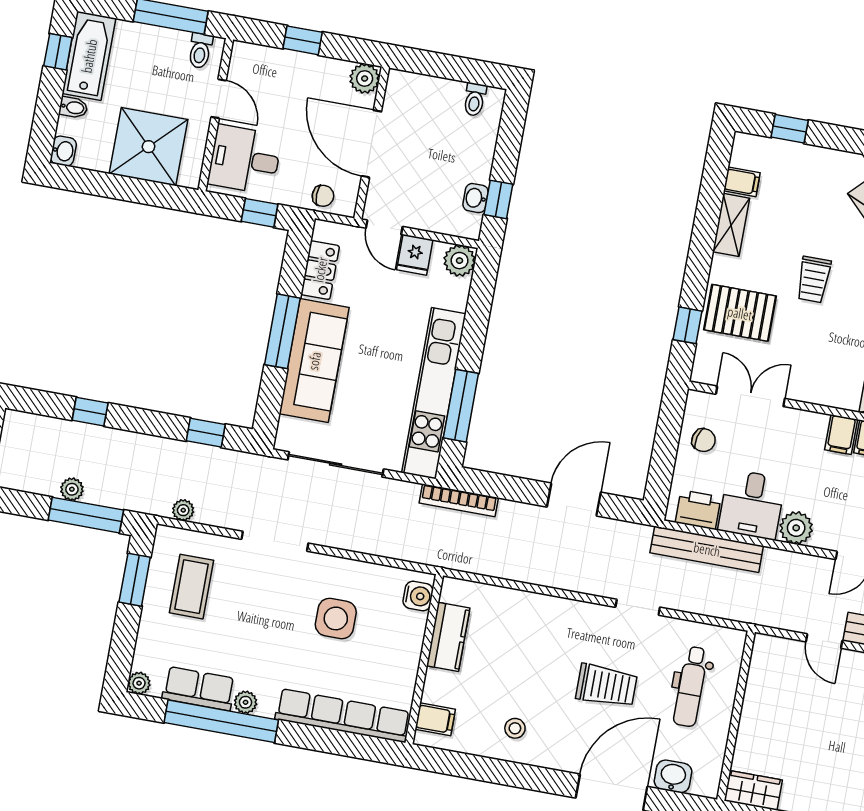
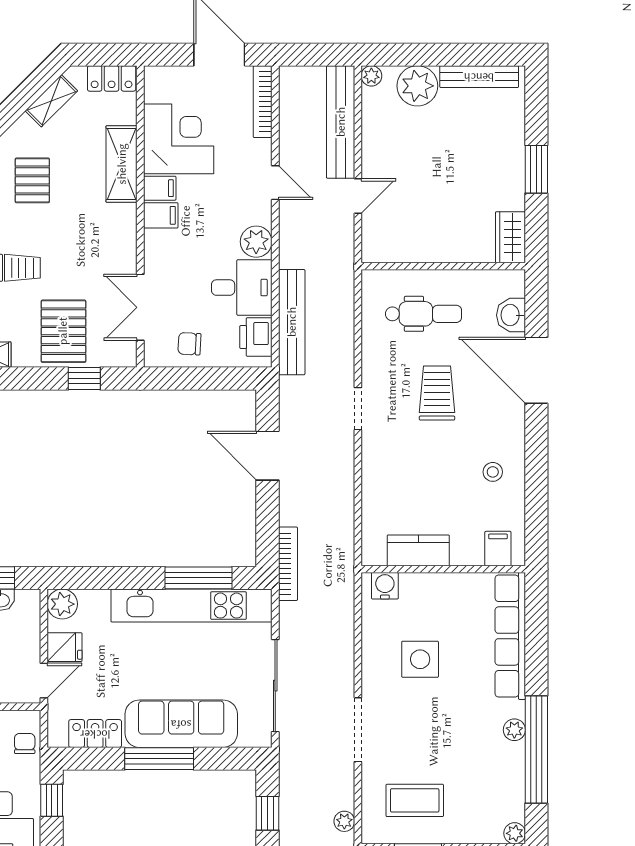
chair: (704, 440) -> (189, 344), turned -101
doorway: (638, 607) -> (358, 409), moved
row of seats: (199, 689) -> (509, 776), removed

